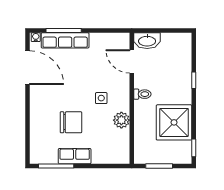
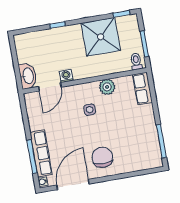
washing machine: (140, 80) -> (66, 76), added
toilet: (142, 94) -> (136, 61), moved
chair: (71, 122) -> (102, 157), moved
row of seats: (75, 156) -> (142, 88), moved

